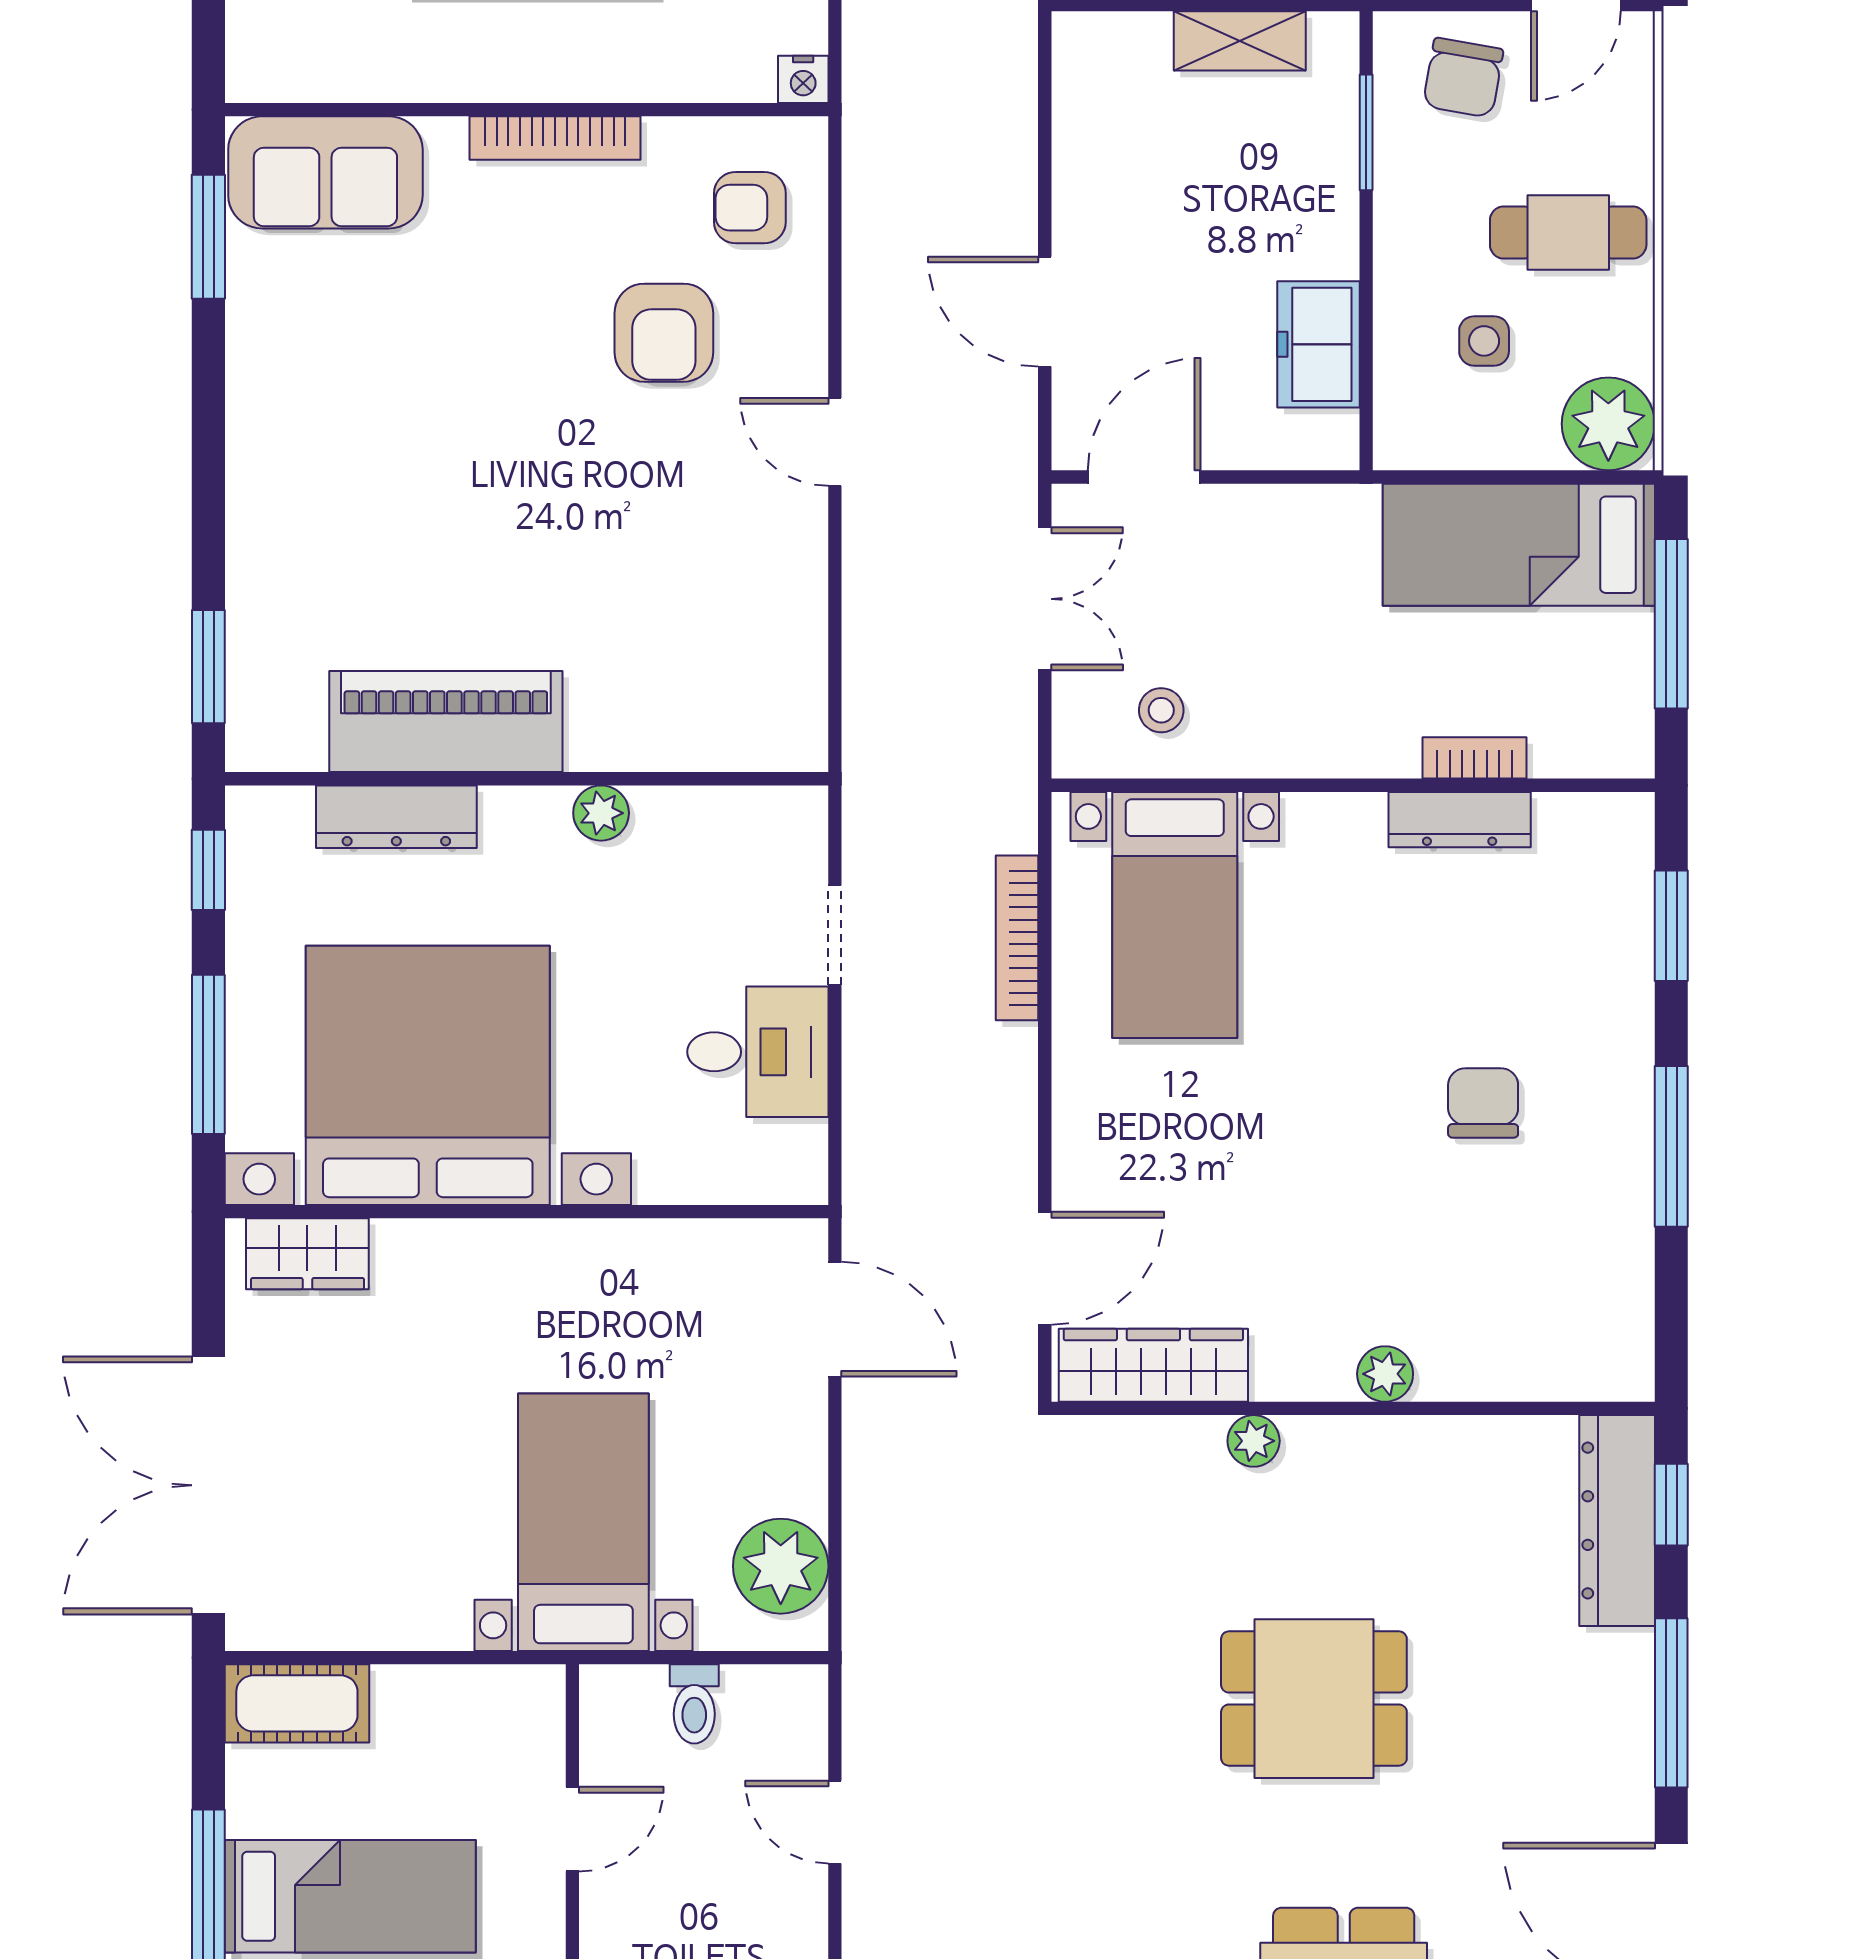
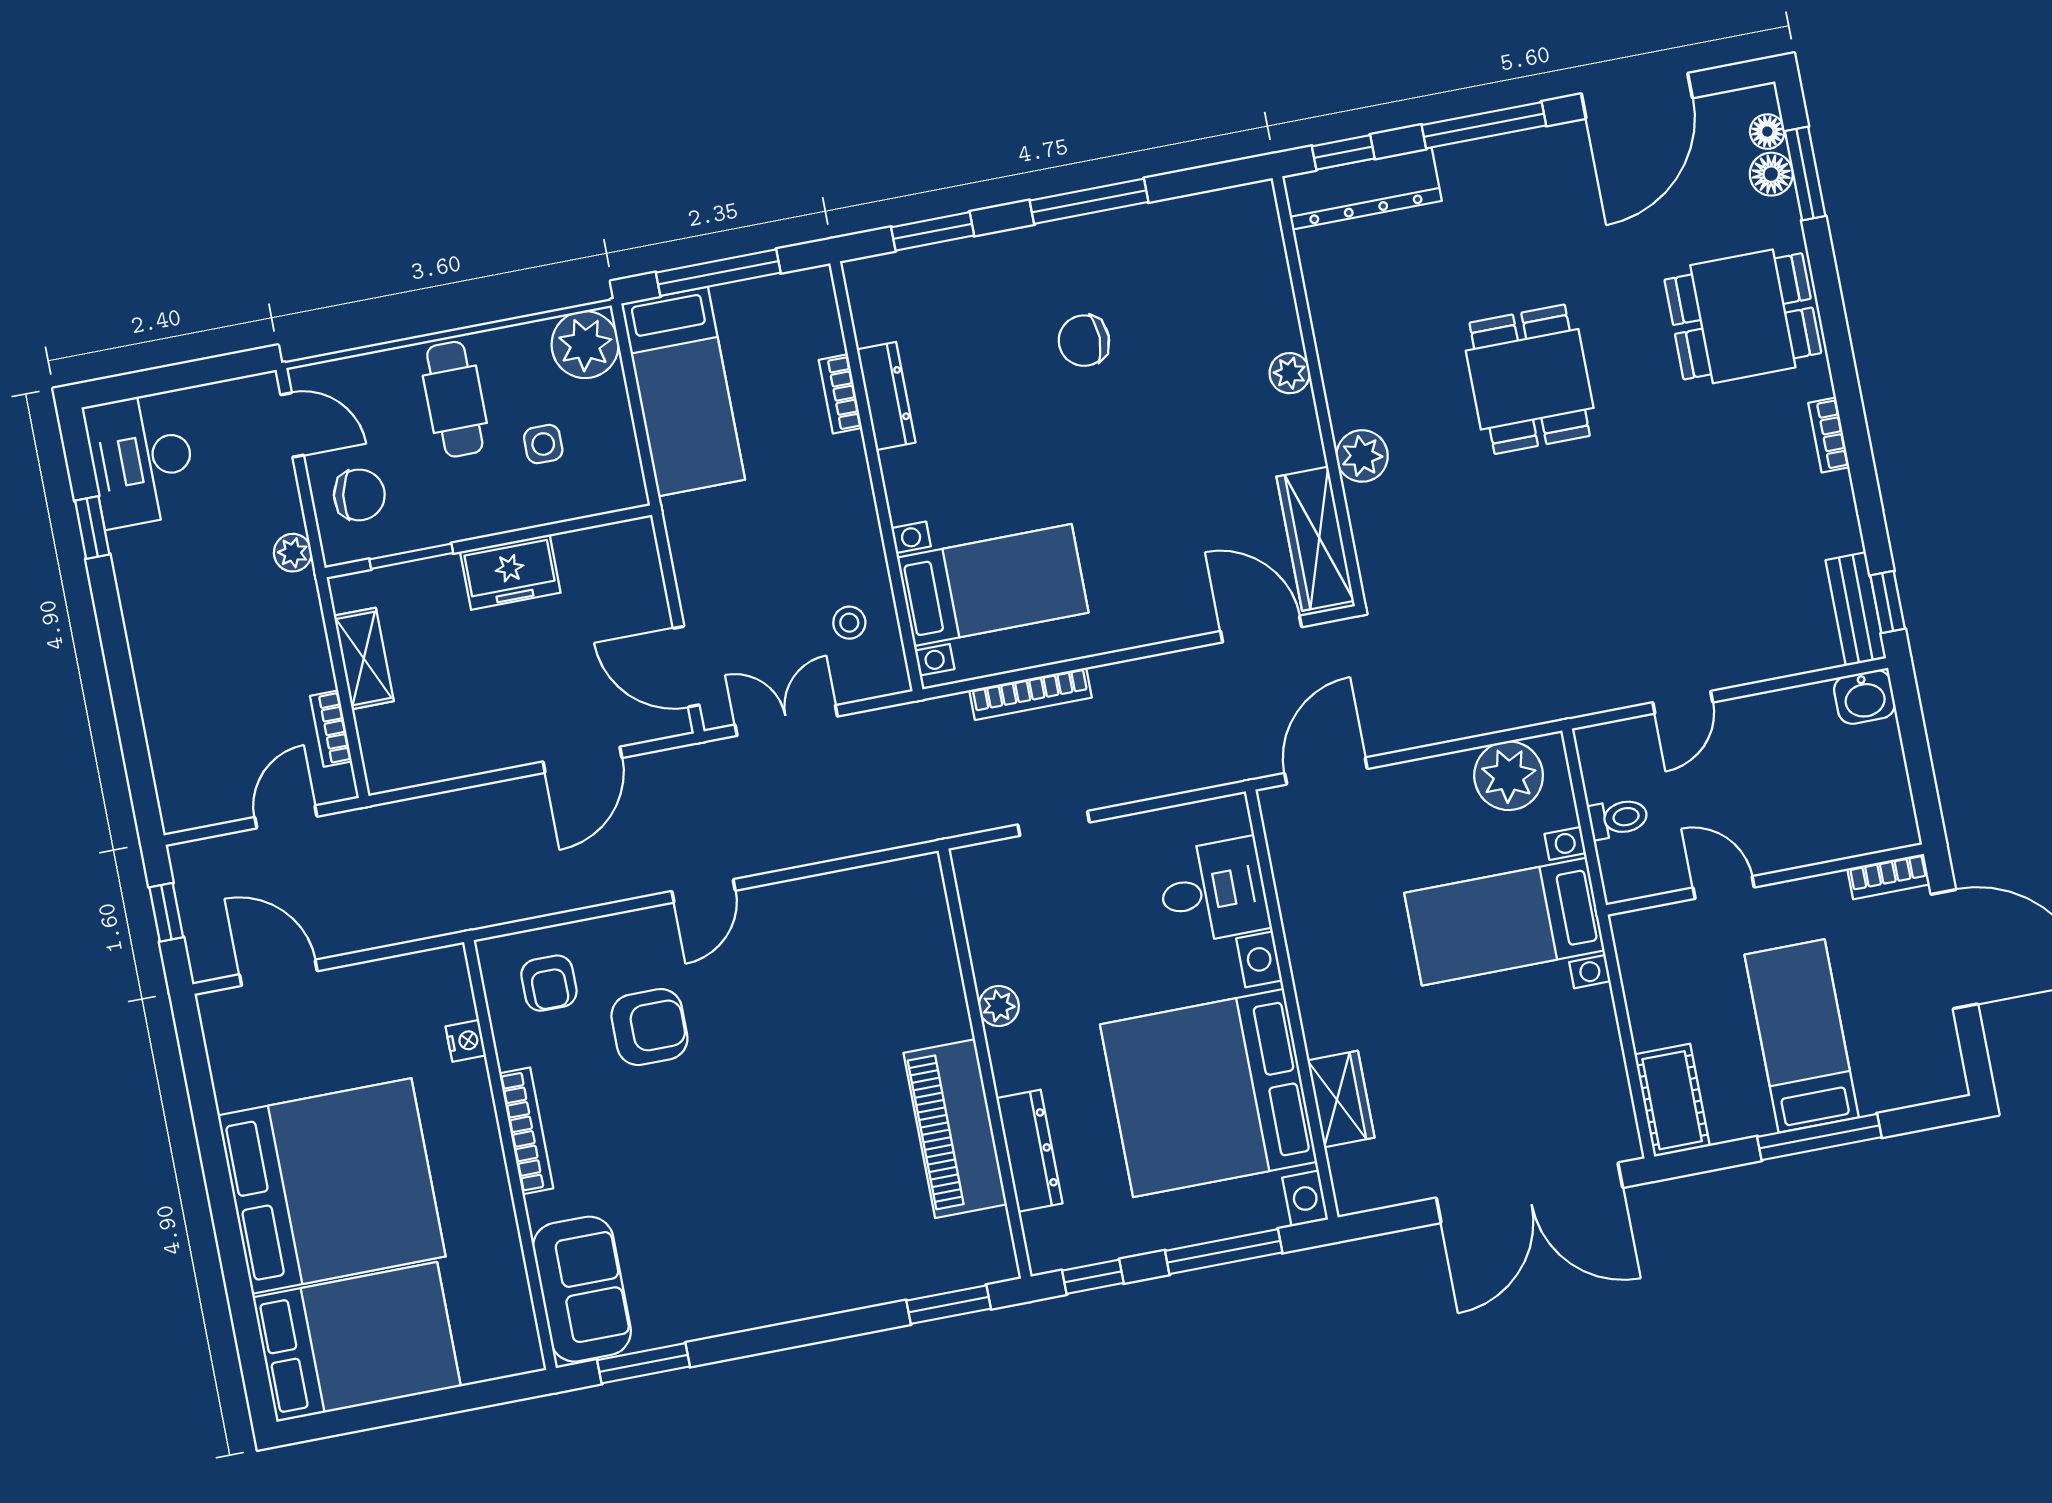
nightstand: (803, 79) -> (466, 1041), moved
freezer: (1319, 344) -> (510, 572), moved
desk: (758, 1052) -> (1213, 891), moved, turned 90
wardrobe: (307, 1254) -> (1341, 1099), moved
plant: (1254, 1441) -> (1362, 456), width x1.38, depth x1.38

